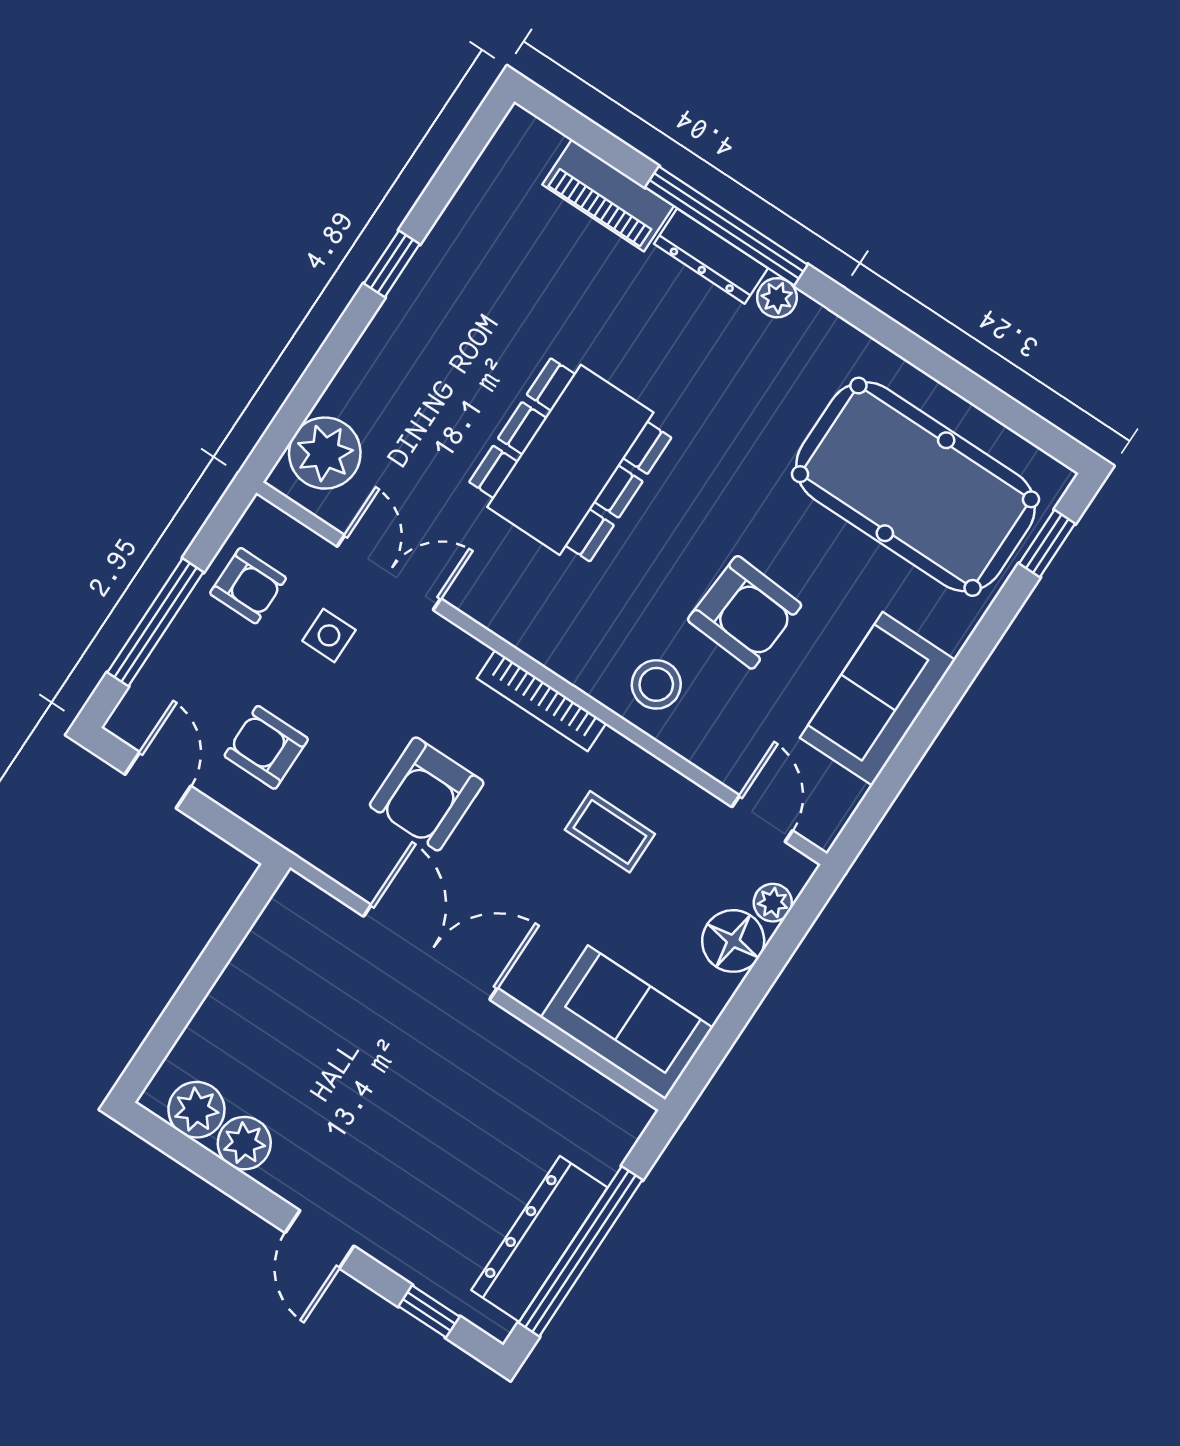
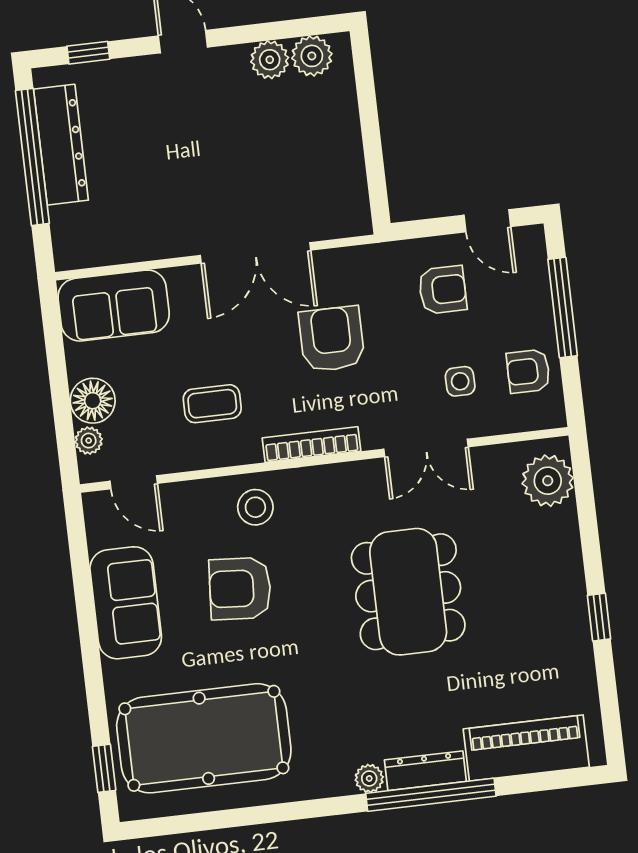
piano: (608, 195) -> (526, 748), width x1.37, depth x1.33
double door: (389, 573) -> (426, 448), moved

